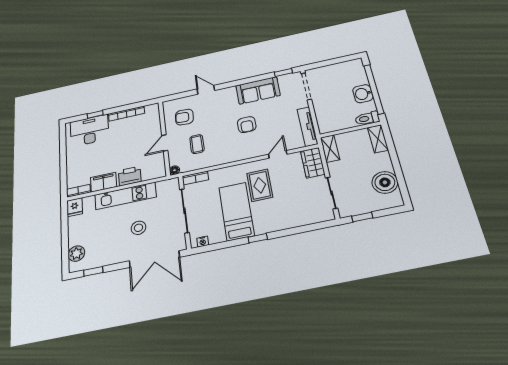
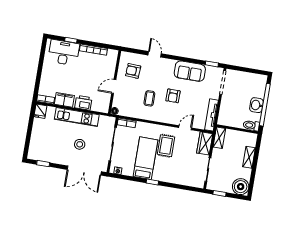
shelving: (378, 139) -> (249, 157), moved
coffee table: (197, 144) -> (149, 98), moved
boiler: (385, 182) -> (241, 187), moved
plant: (76, 254) -> (35, 147), removed

